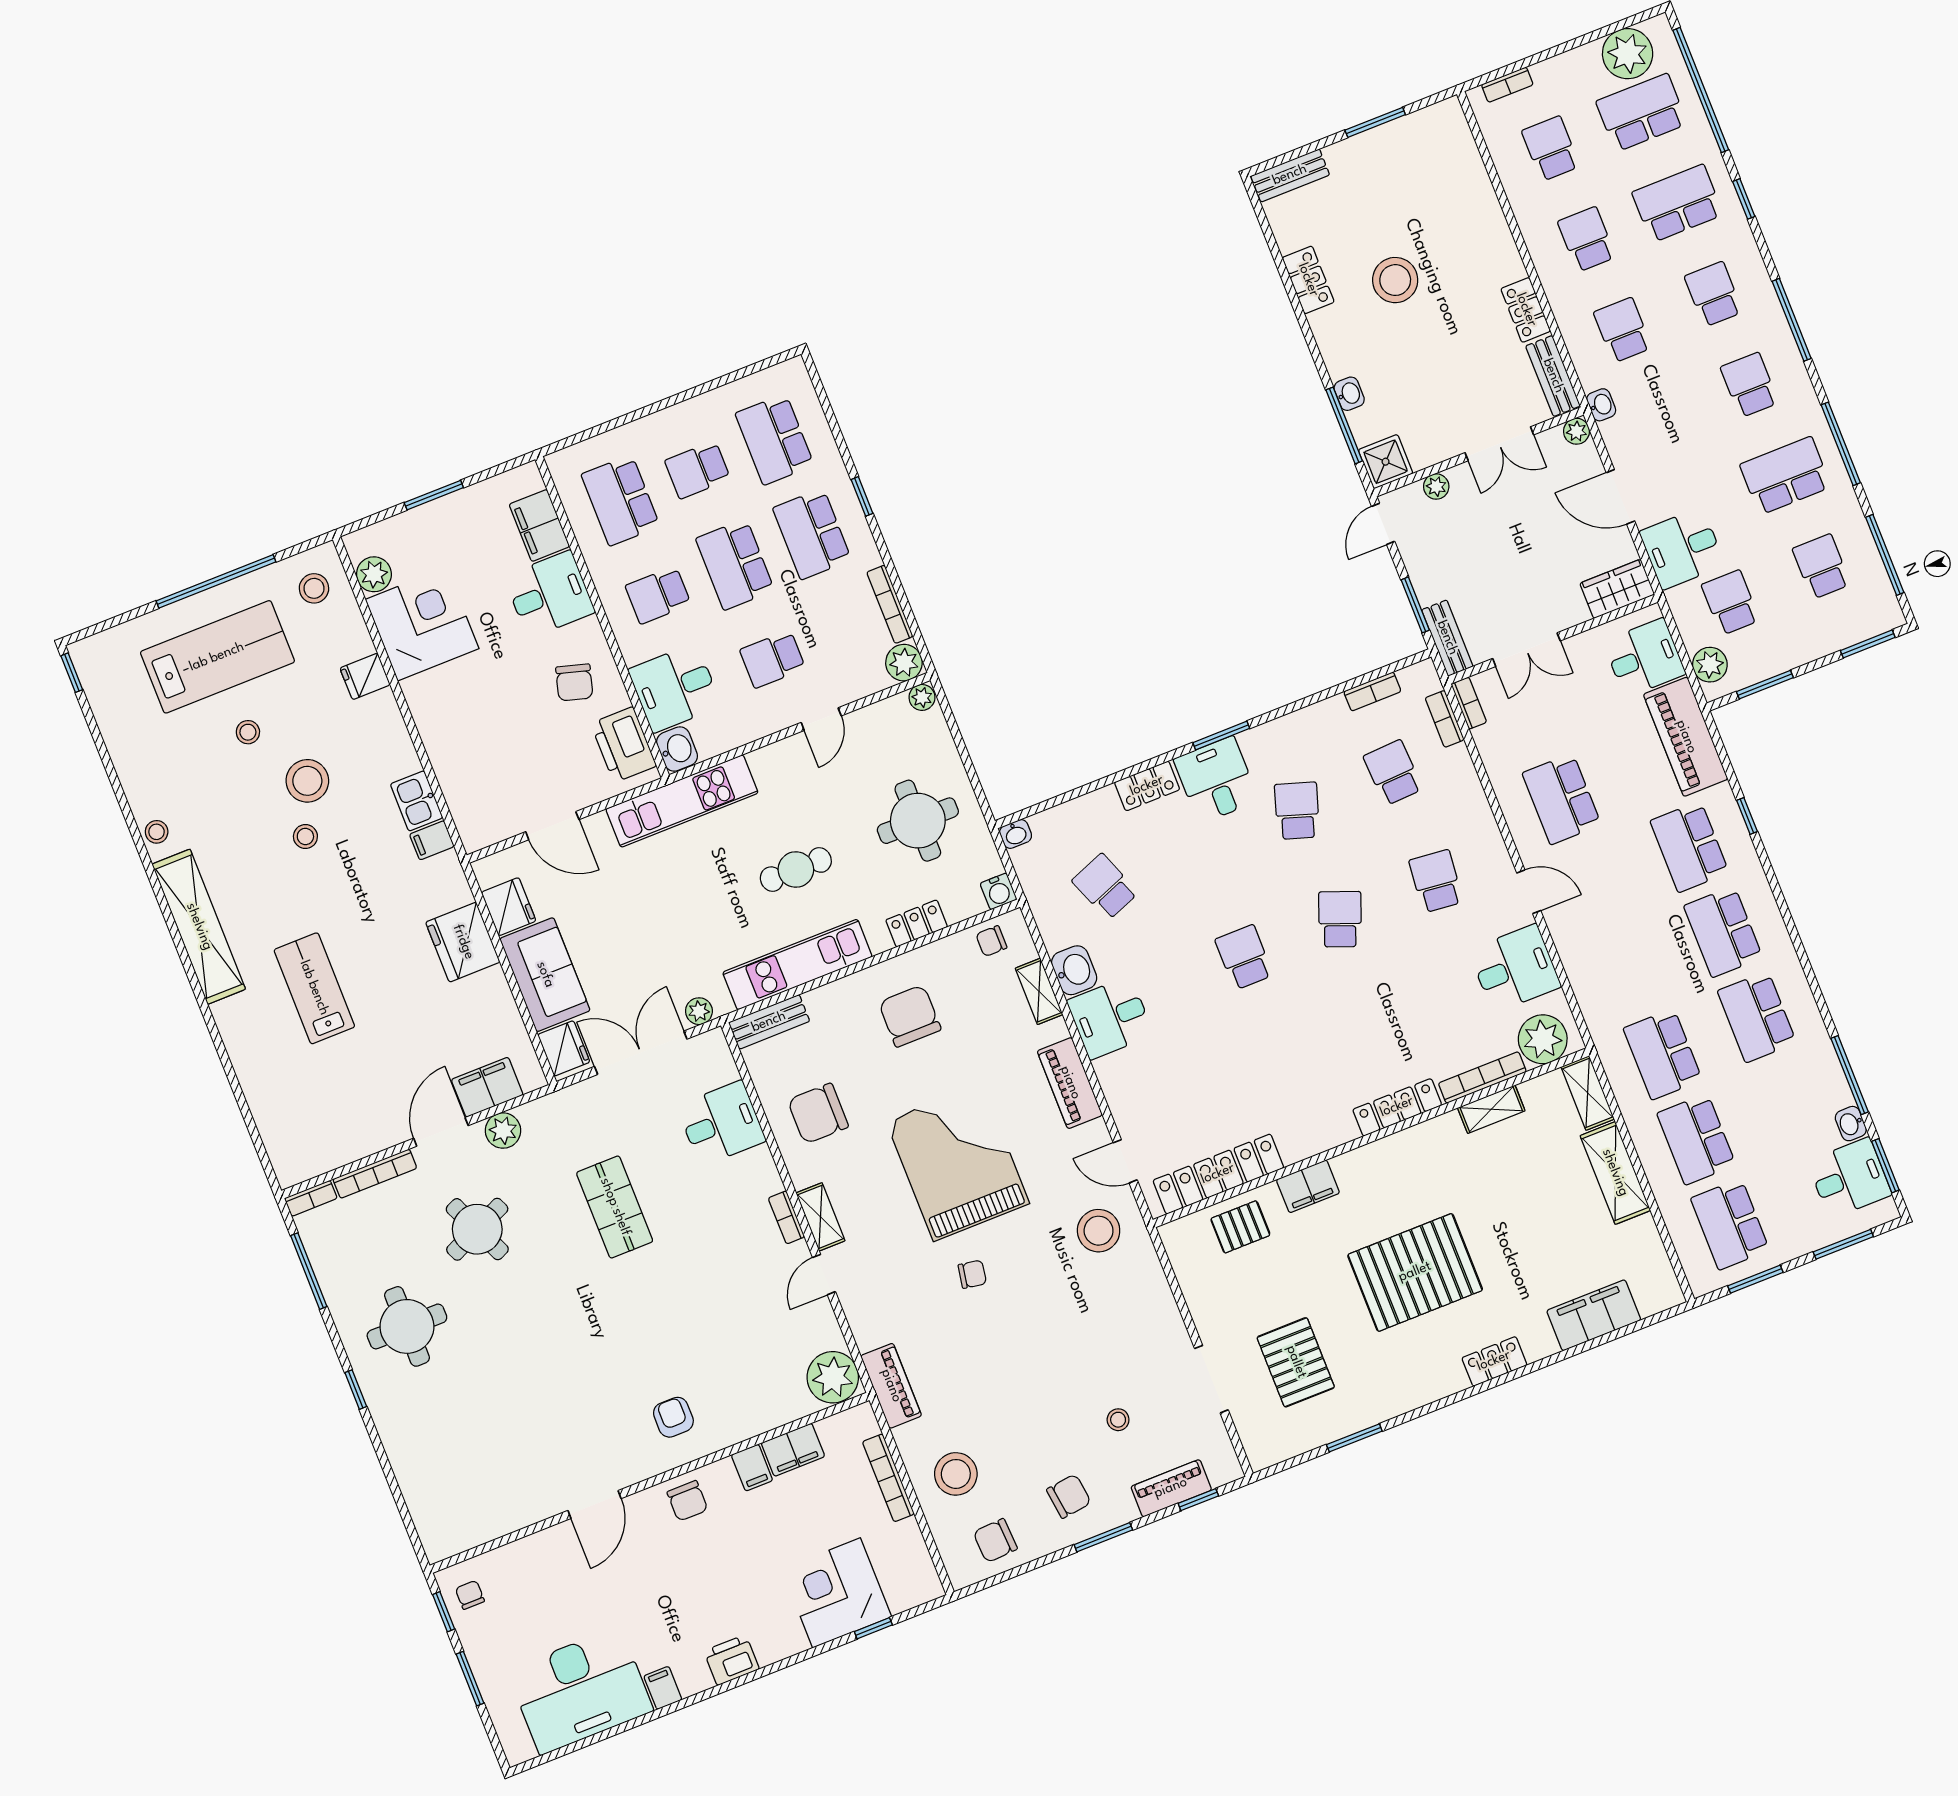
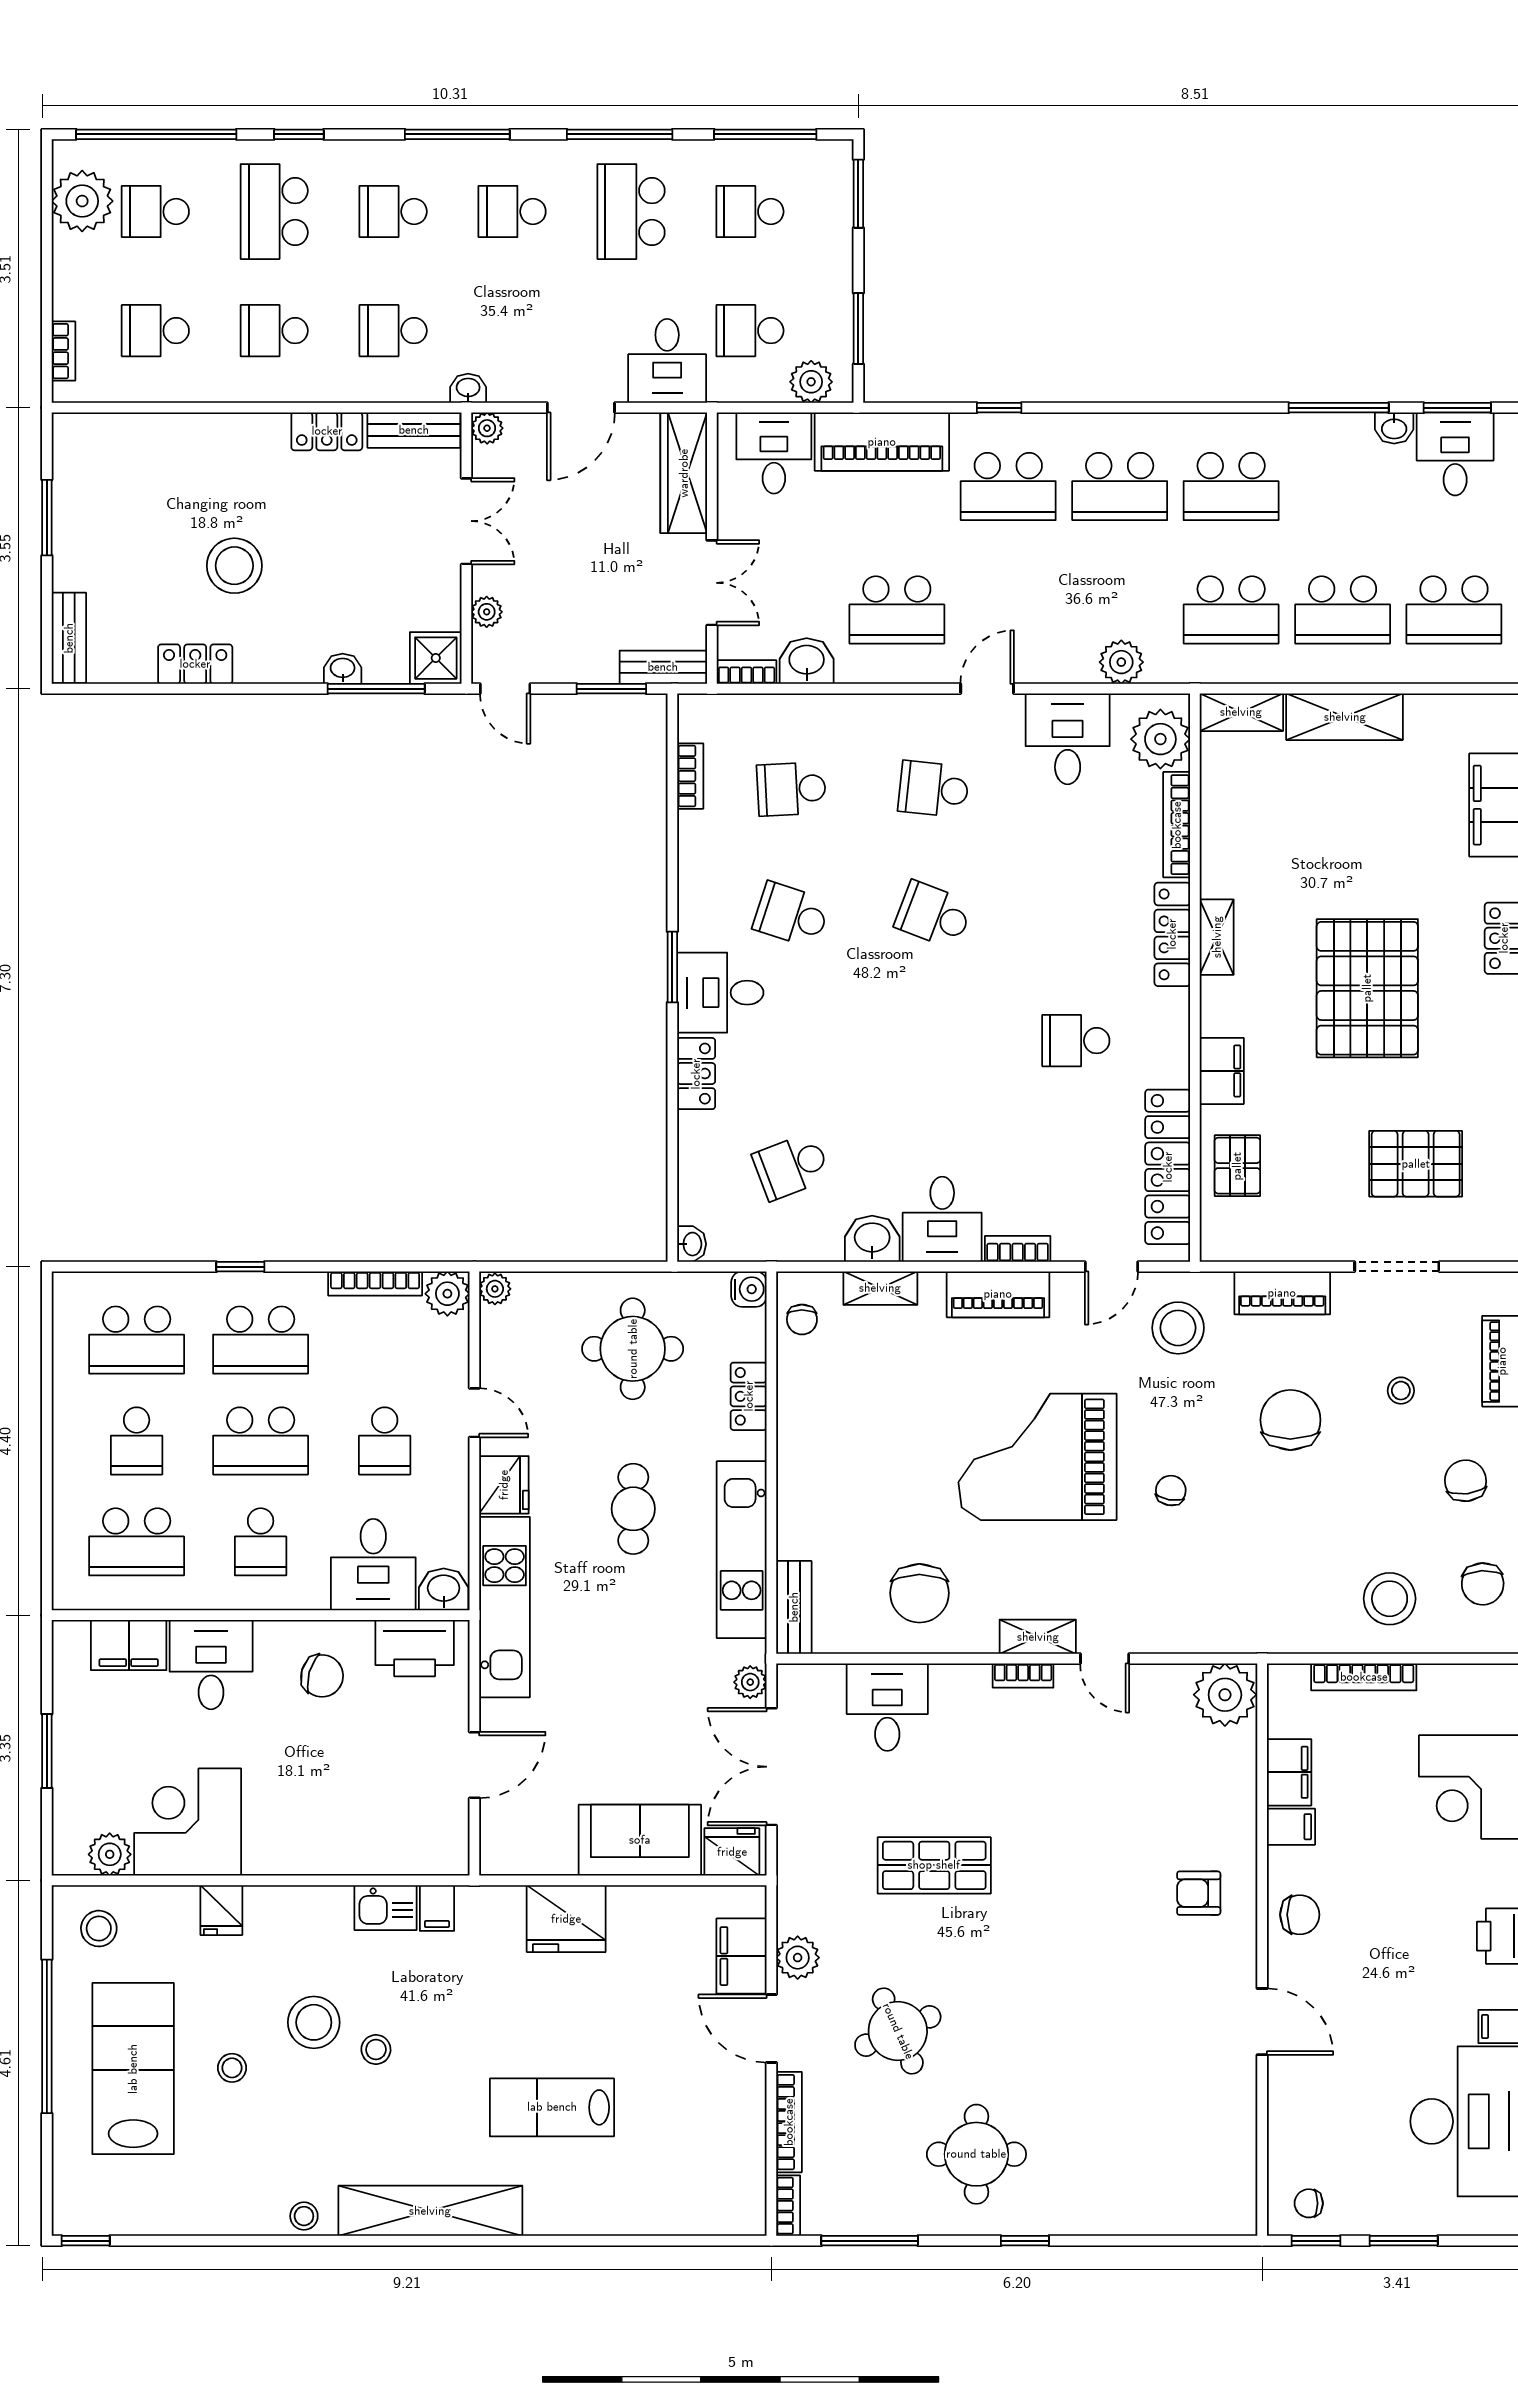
school desk: (1642, 113) -> (155, 212), width x0.54
wardrobe: (1617, 589) -> (684, 473), width x1.50
bookcase: (1445, 719) -> (1018, 1249), moved, turned 180
washbasin: (1495, 746) -> (807, 661), added
fridge: (509, 907) -> (504, 1485), moved, turned 90
school desk: (1244, 957) -> (1076, 1041), moved
plant: (1590, 986) -> (1121, 662), added
chair: (910, 1016) -> (1290, 1420), moved, turned 90
shelving: (1491, 1109) -> (1217, 937), moved
piano: (891, 1386) -> (1282, 1293), moved, turned 180

